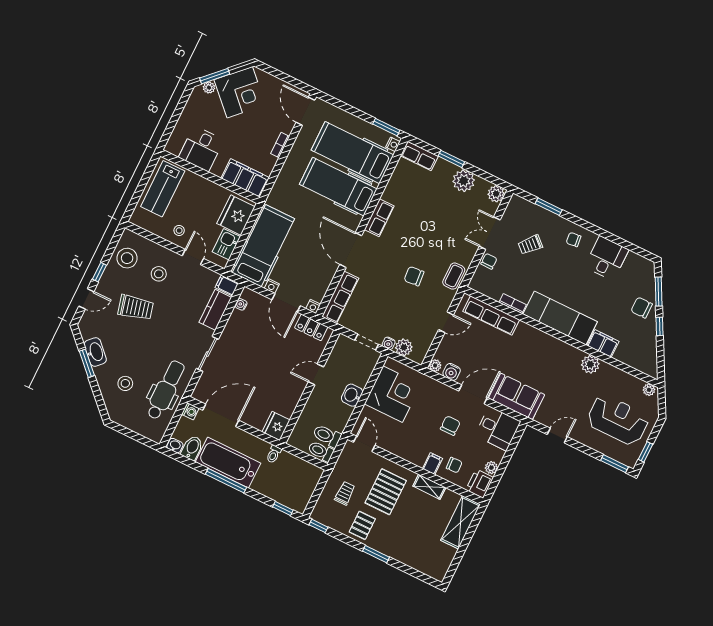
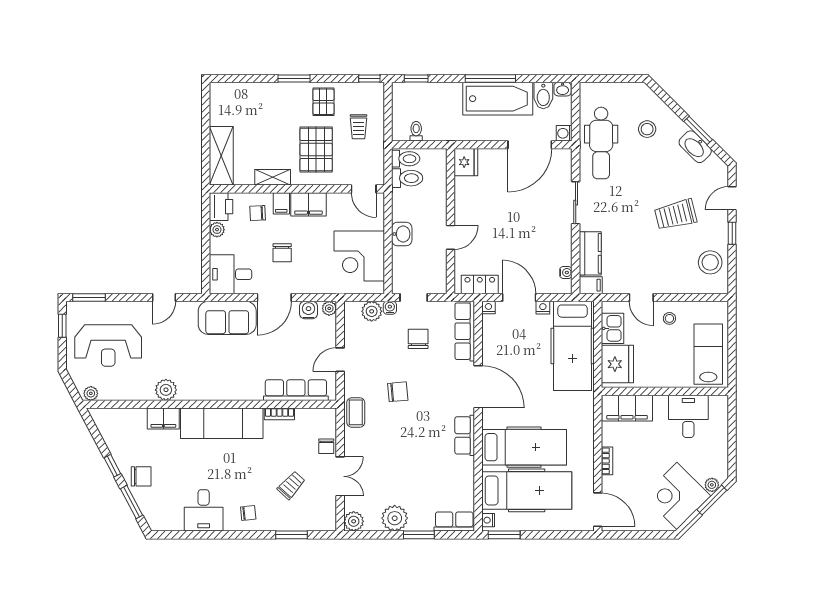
stool: (159, 274) -> (669, 262), removed
chair: (379, 309) -> (418, 339), added
filing cabinet: (412, 453) -> (308, 204), added
toilet: (274, 454) -> (416, 131), moved

